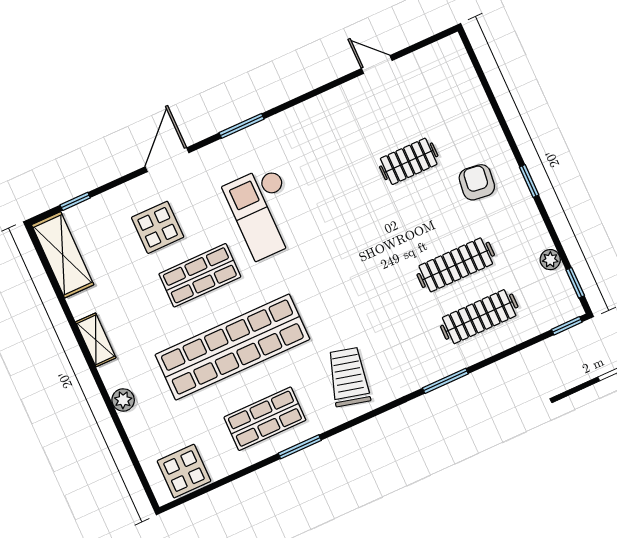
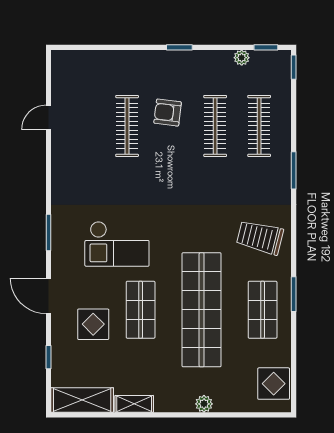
clothes rail: (409, 161) -> (127, 126), width x1.36
armchair: (477, 182) -> (168, 113), moved
window: (75, 201) -> (49, 357), moved
shelving: (96, 340) -> (134, 404), moved

